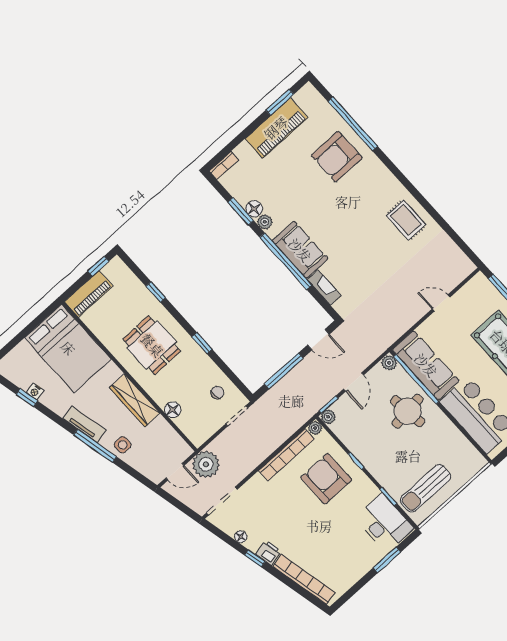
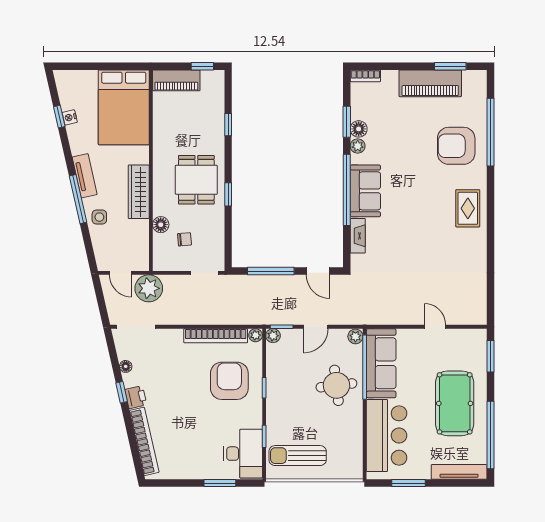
rug: (406, 220) -> (468, 208), moved
dining table: (152, 345) -> (196, 180), moved
chair: (217, 393) -> (184, 239), moved

